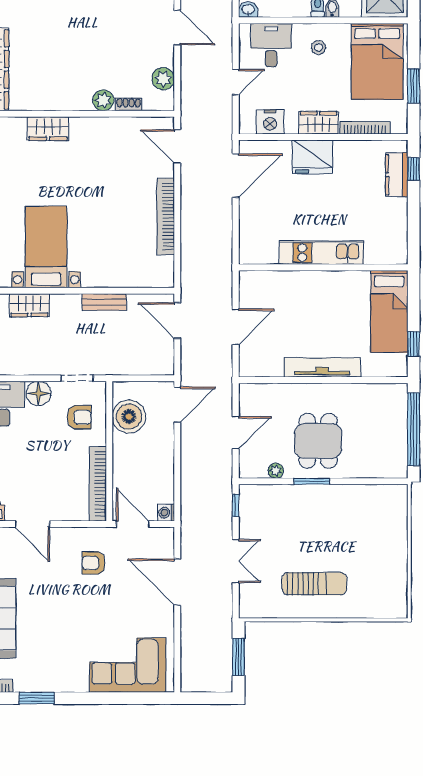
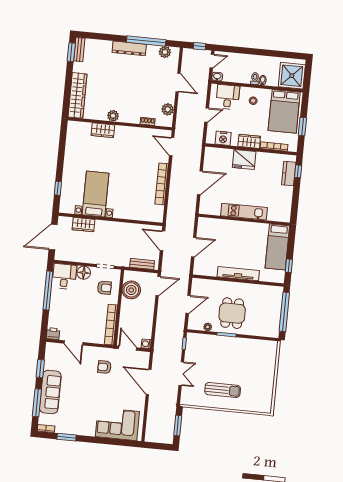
plant: (103, 100) -> (113, 116), moved
door: (236, 176) -> (200, 183), moved
bench: (104, 302) -> (142, 264), moved

